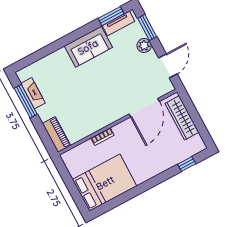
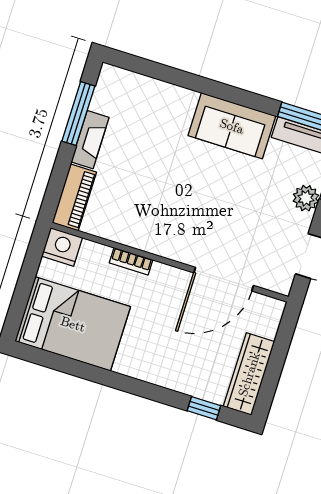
fireplace: (33, 93) -> (90, 140), moved
wardrobe: (182, 118) -> (249, 374), moved
nightstand: (71, 158) -> (62, 247), added

